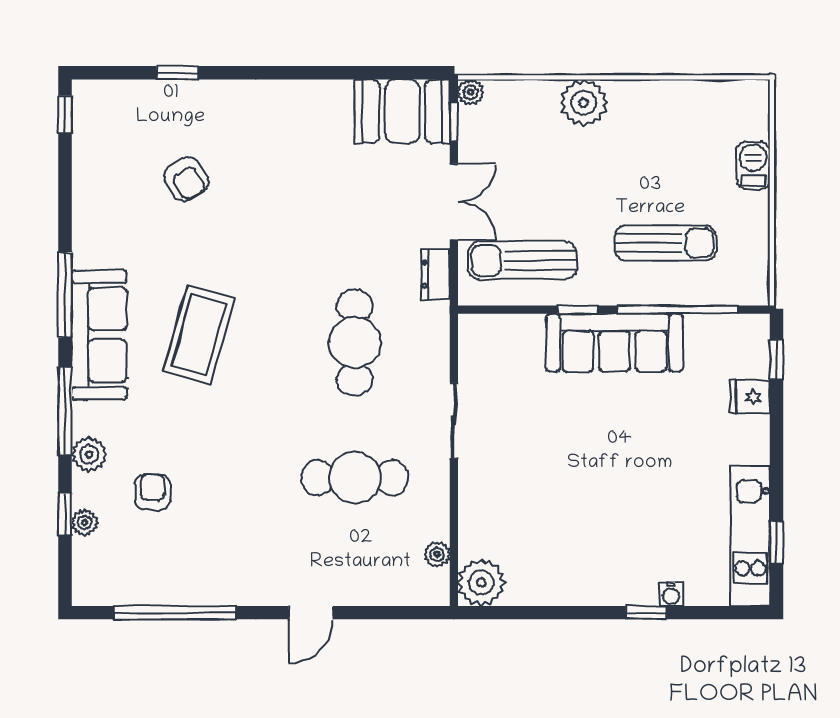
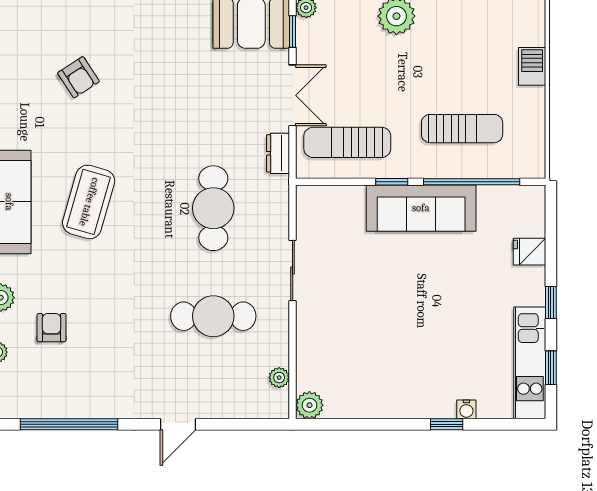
window: (777, 359) -> (551, 303), moved
plant: (481, 583) -> (309, 405), width x0.73, depth x0.73

